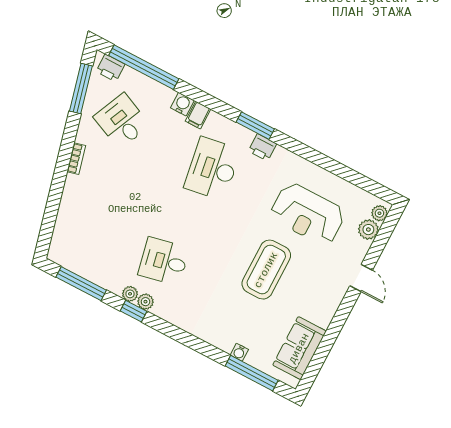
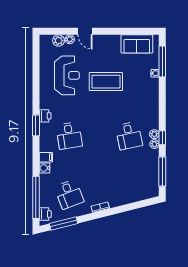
desk: (122, 121) -> (69, 194), turned -45
desk: (212, 169) -> (69, 136), width x0.73
plant: (379, 213) -> (70, 39), moved
door: (361, 278) -> (85, 31), swing flipped

